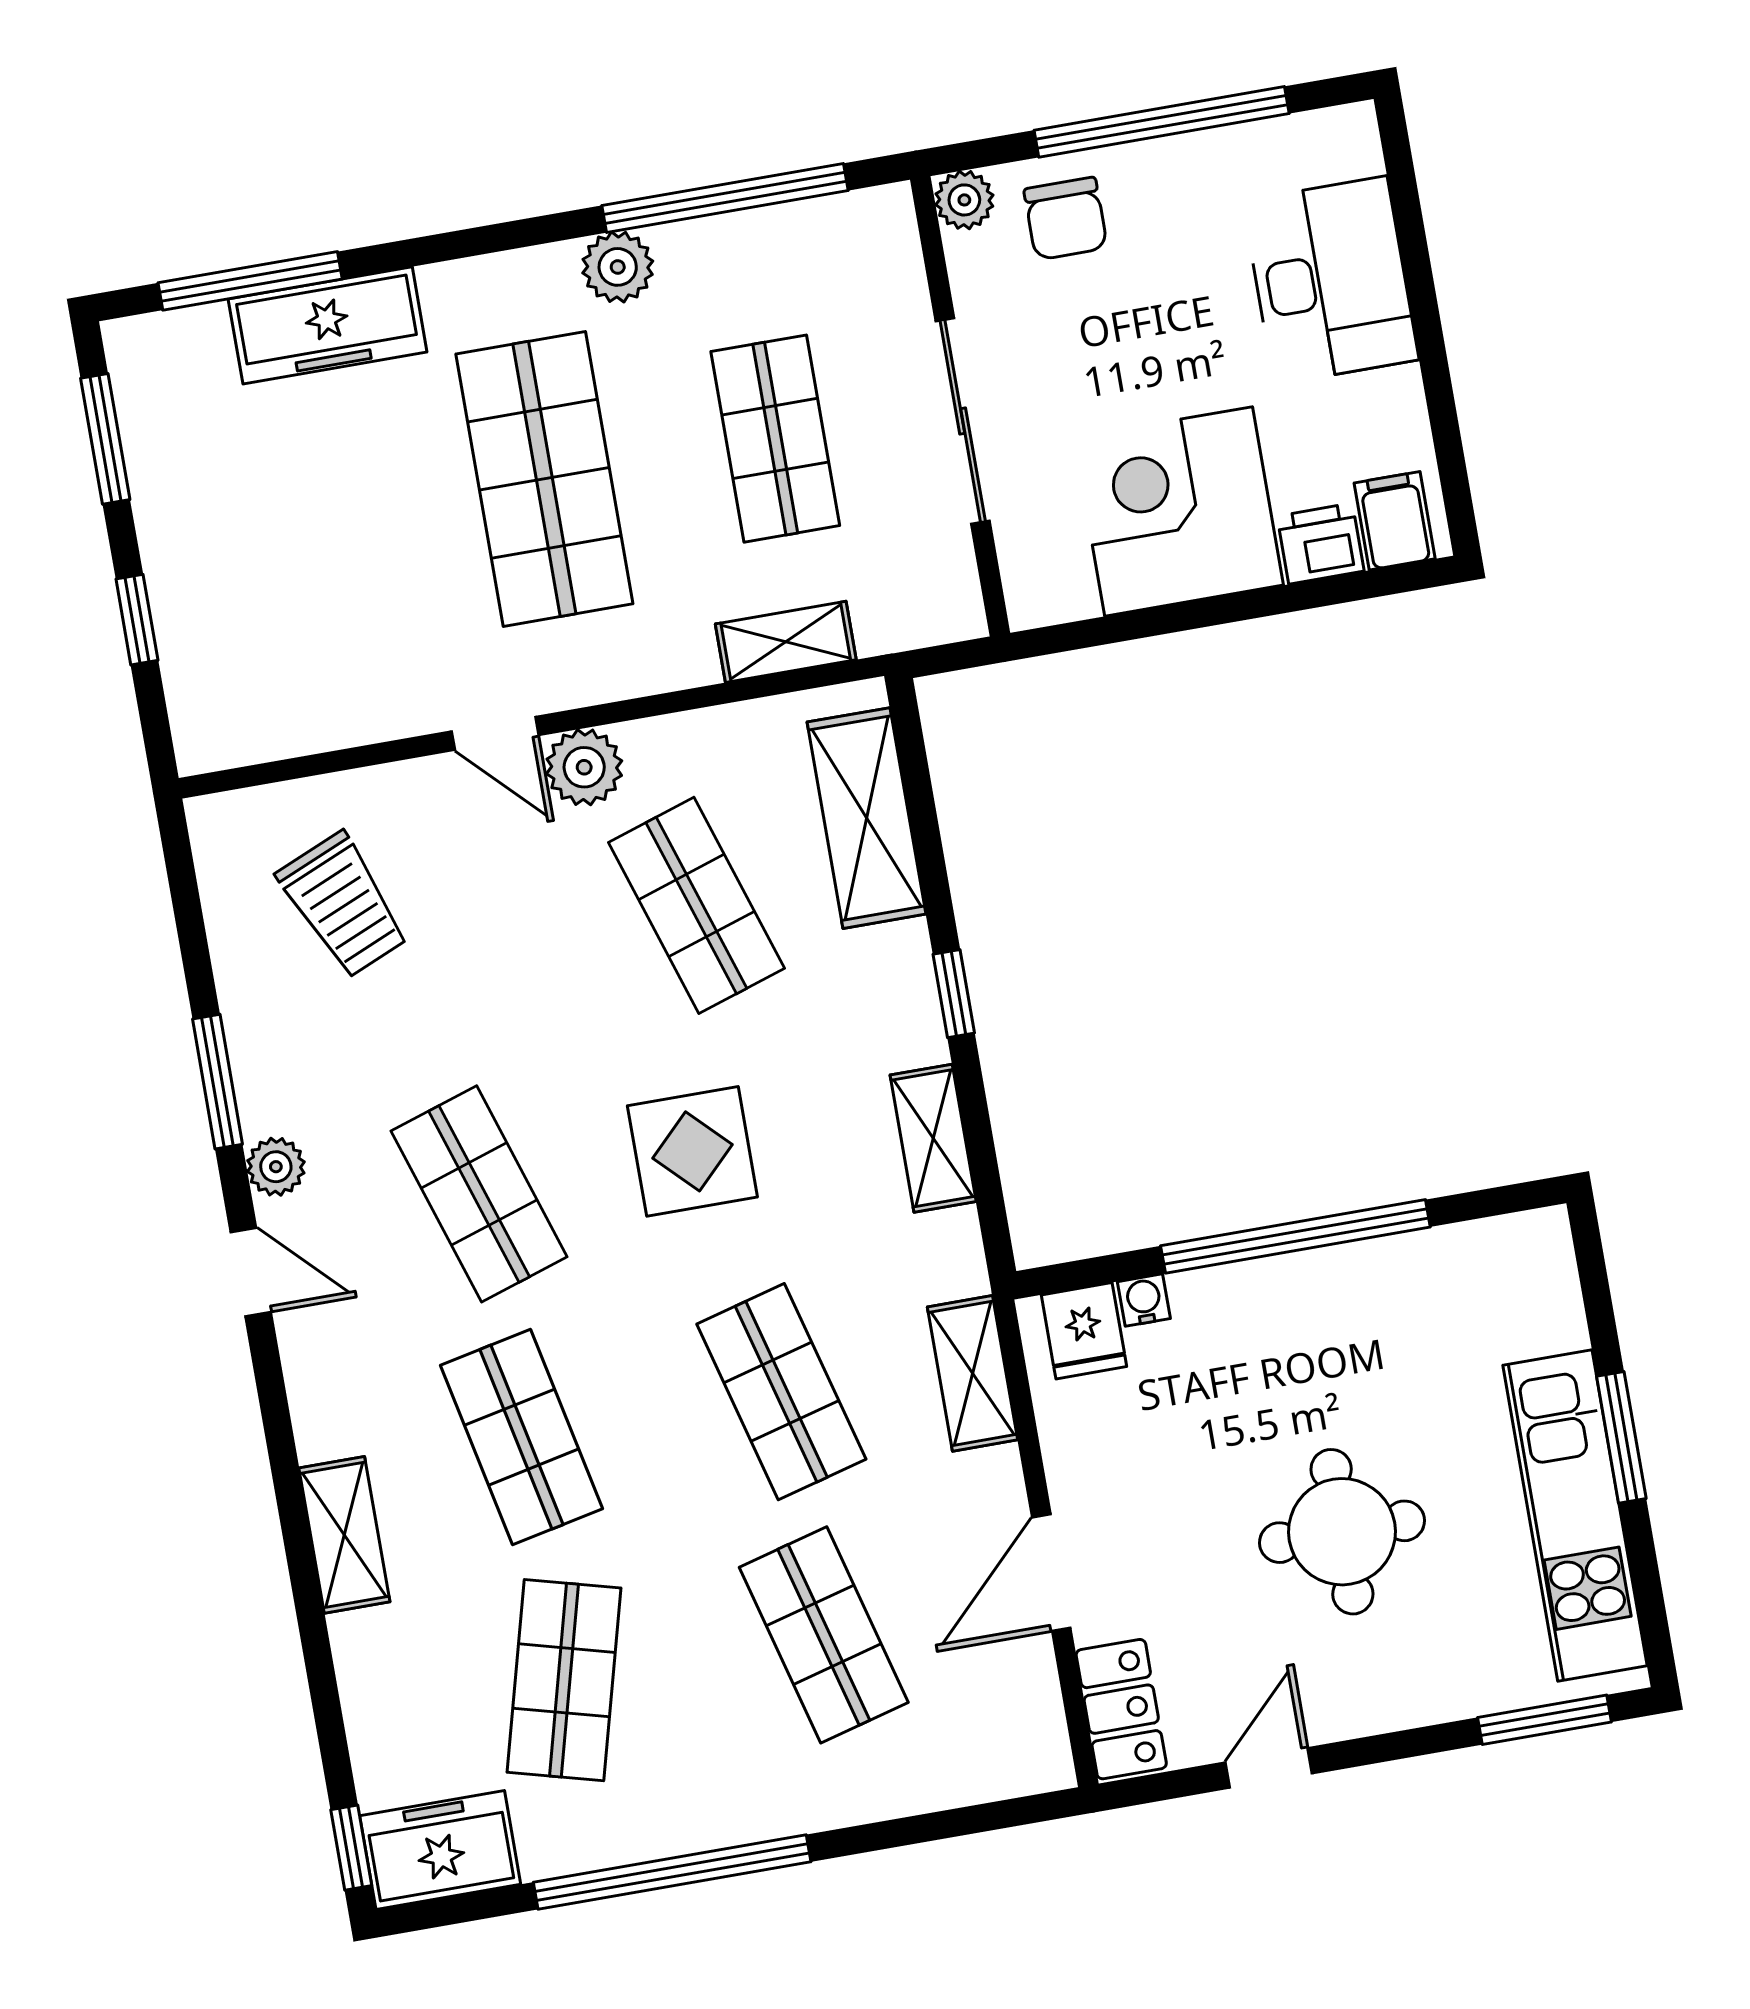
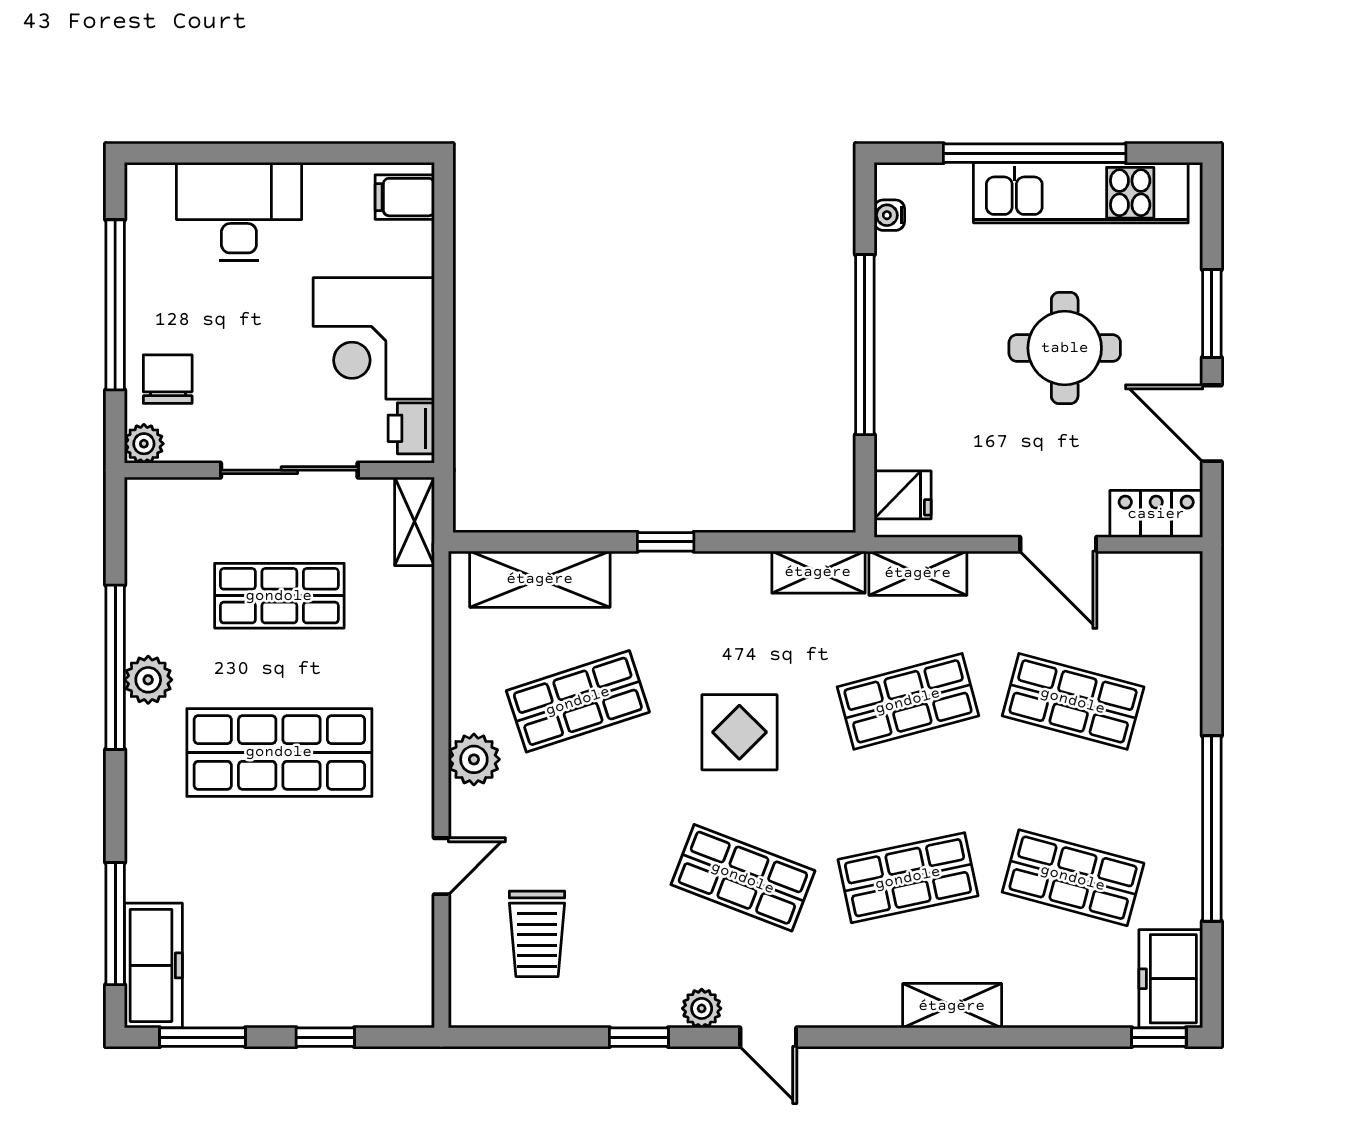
window: (725, 198) -> (115, 667), moved
chair: (1066, 218) -> (168, 379), turned -90
freezer: (328, 325) -> (153, 965), moved
printer: (1321, 544) -> (411, 428), moved
shelving: (786, 642) -> (414, 521), moved
door: (495, 733) -> (441, 866), moved
trolley: (343, 905) -> (537, 934), turned 113
window: (218, 1082) -> (639, 1037), width x0.67
shelving: (933, 1138) -> (818, 572), moved
shop shelf: (479, 1194) -> (743, 878), turned 39
door: (251, 1272) -> (768, 1037), swing flipped
water cooler: (1144, 1300) -> (889, 215), moved
window: (1621, 1437) -> (1035, 153), width x2.11
shop shelf: (824, 1635) -> (1073, 701), turned 30
window: (1545, 1720) -> (1212, 314), moved
door: (1269, 1768) -> (1212, 423), width x1.38

